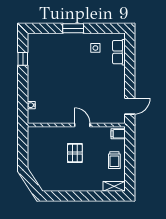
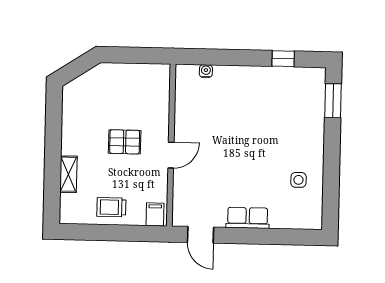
window: (73, 28) -> (333, 101), moved
row of seats: (119, 52) -> (248, 218), moved
shelving: (114, 186) -> (68, 174), moved

